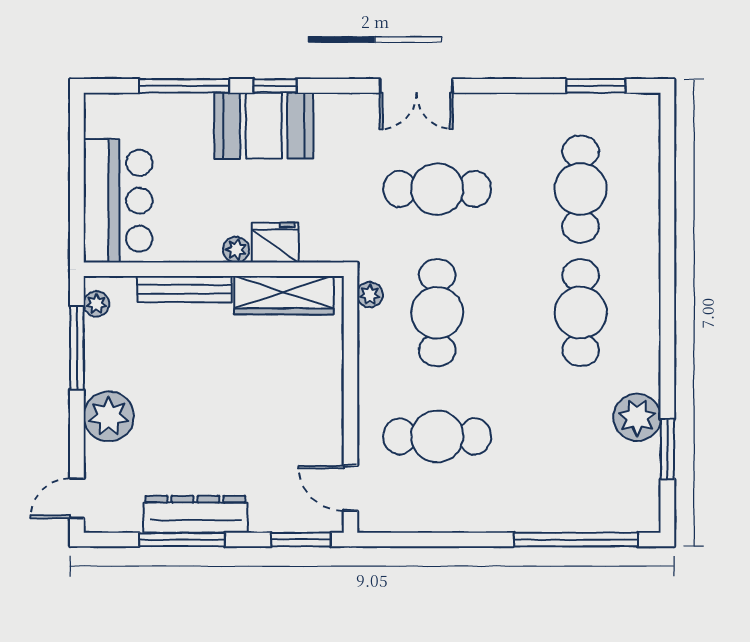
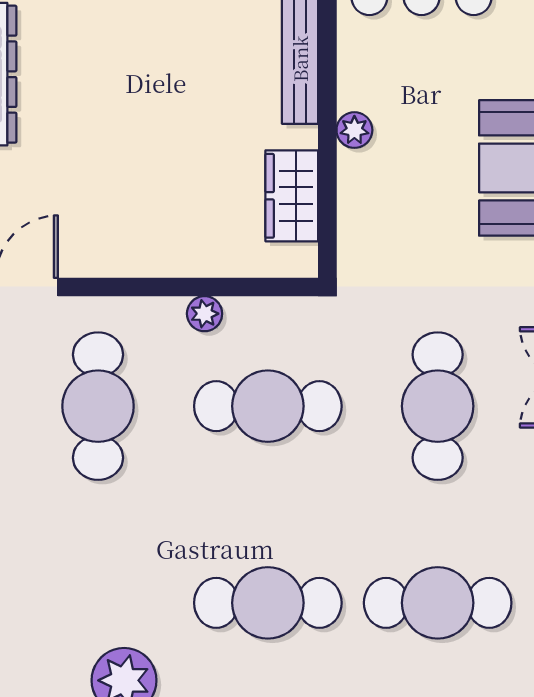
fridge: (275, 243) -> (364, 184), removed
wardrobe: (284, 295) -> (292, 196), width x0.67
plant: (370, 295) -> (205, 314), moved

